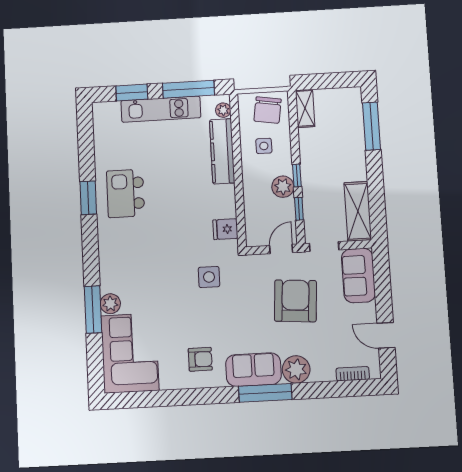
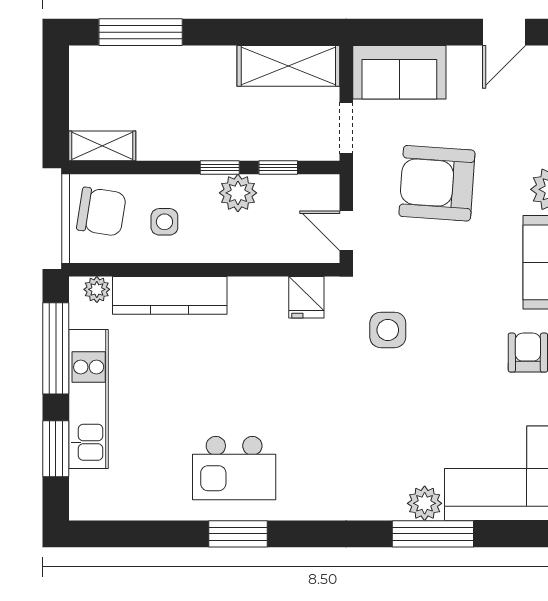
door: (281, 249) -> (346, 231), moved

